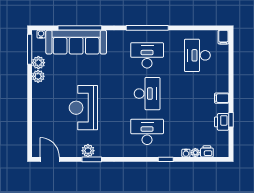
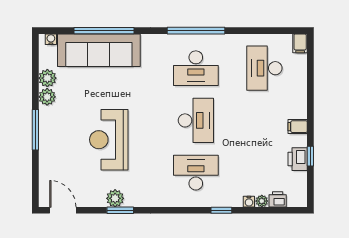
window: (30, 49) -> (35, 130), moved
desk: (147, 55) -> (196, 68), turned 180

